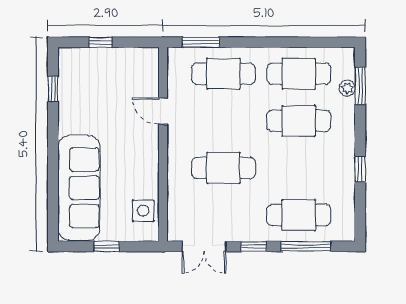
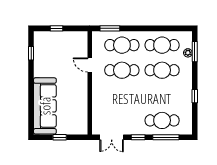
cafe table: (223, 168) -> (122, 70), moved
side table: (143, 211) -> (79, 118), removed

